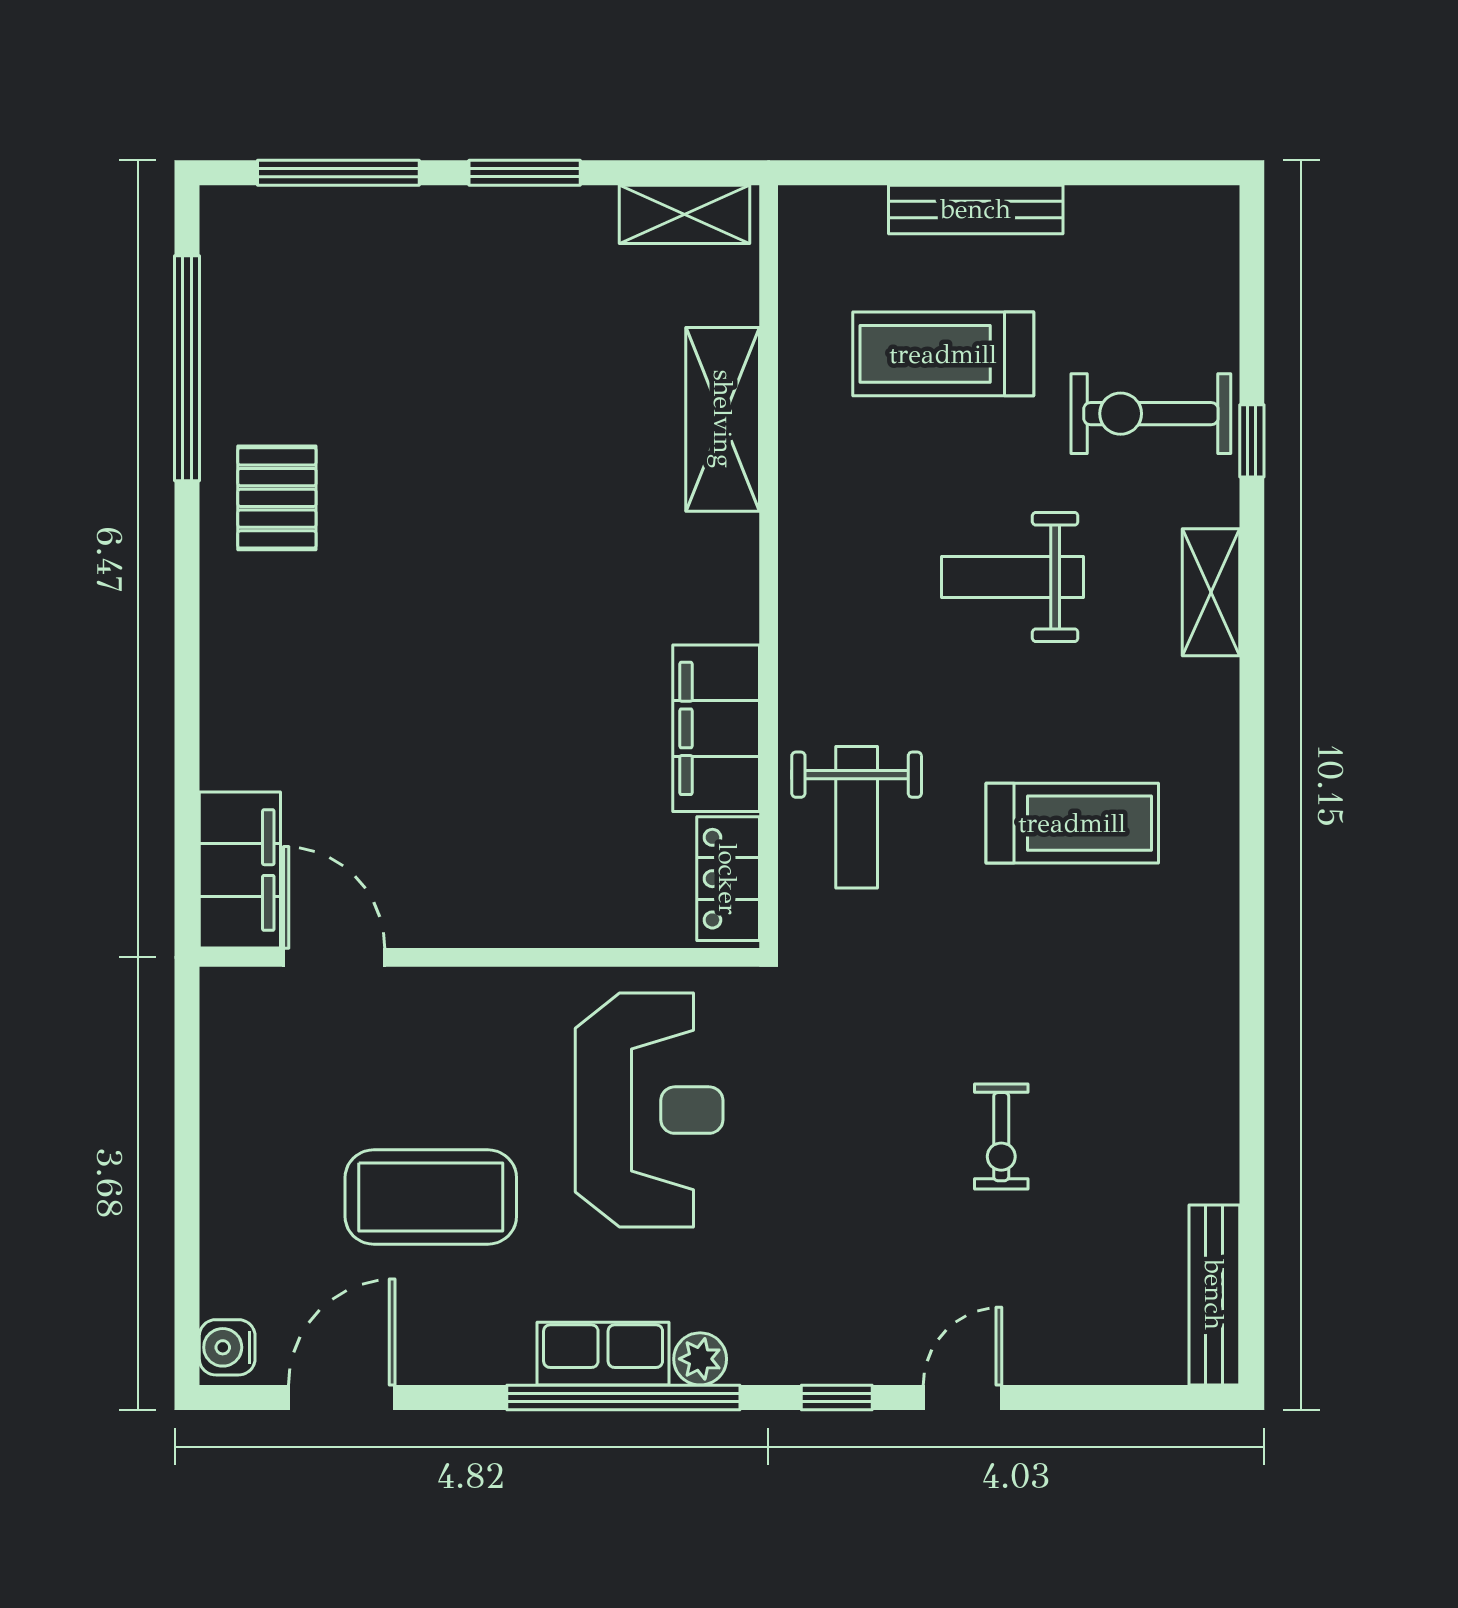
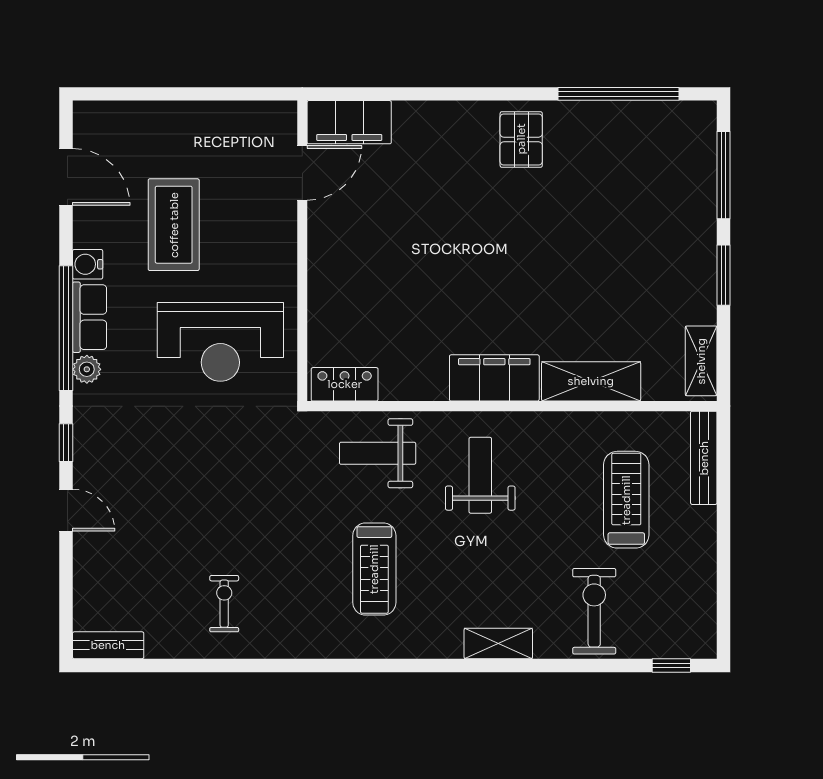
bench: (976, 209) -> (704, 458), moved
window: (1252, 441) -> (671, 665), moved
pallet: (277, 498) -> (521, 139), moved, turned 90
weight bench: (1013, 577) -> (480, 475), moved
filing cabinet: (716, 728) -> (494, 378), moved
exercise bike: (1001, 1137) -> (224, 604), moved, turned 90
bench: (1214, 1295) -> (108, 645), width x0.73
water cooler: (227, 1347) -> (88, 264), moved, turned -90

